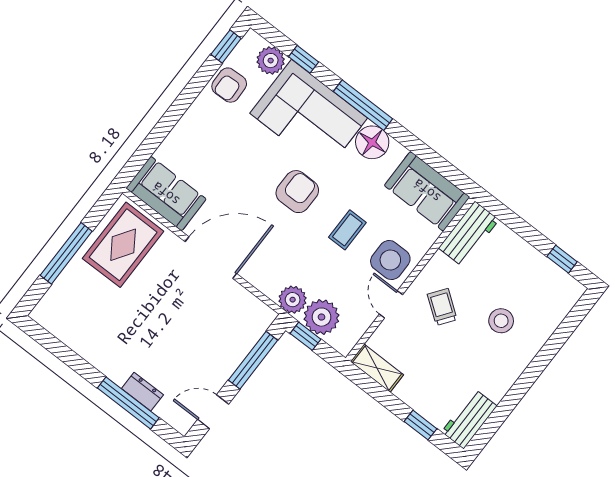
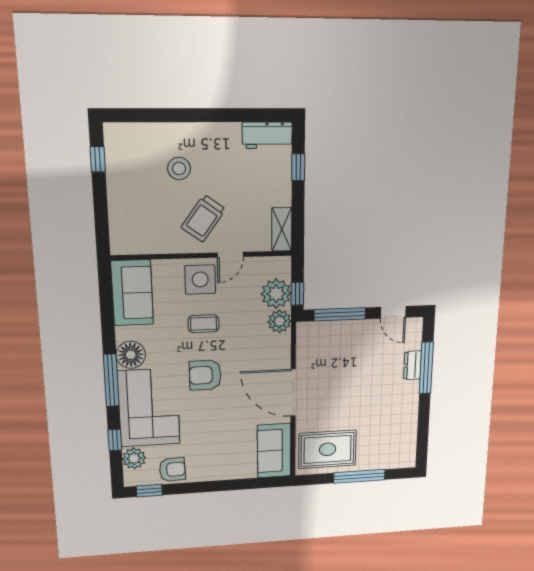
workbench: (469, 234) -> (137, 241), removed
trolley: (442, 307) -> (203, 218), width x1.36, depth x1.39

